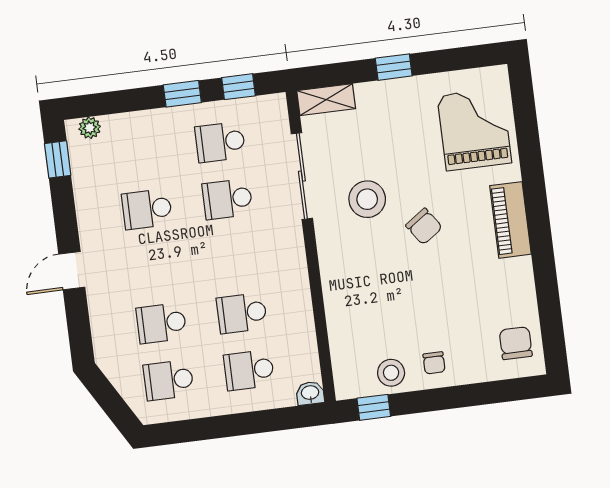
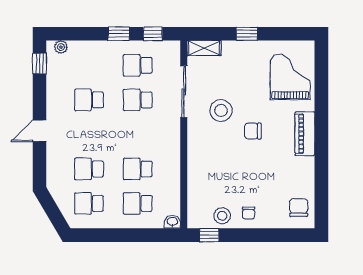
chair: (424, 226) -> (253, 131), turned 125

